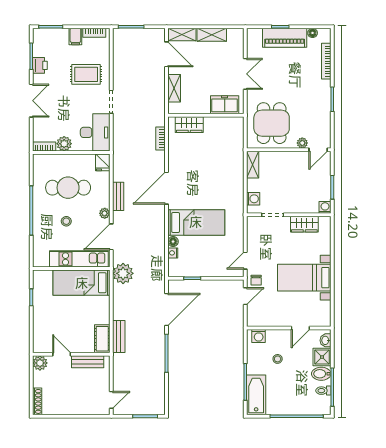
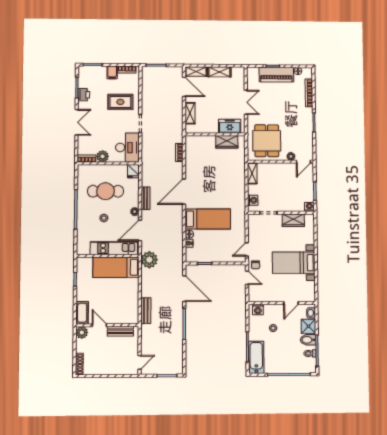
wardrobe: (189, 125) -> (227, 142), moved
door: (245, 296) -> (247, 278), hinge flipped
door: (167, 310) -> (184, 289), hinge flipped
cot: (102, 339) -> (82, 313), moved

